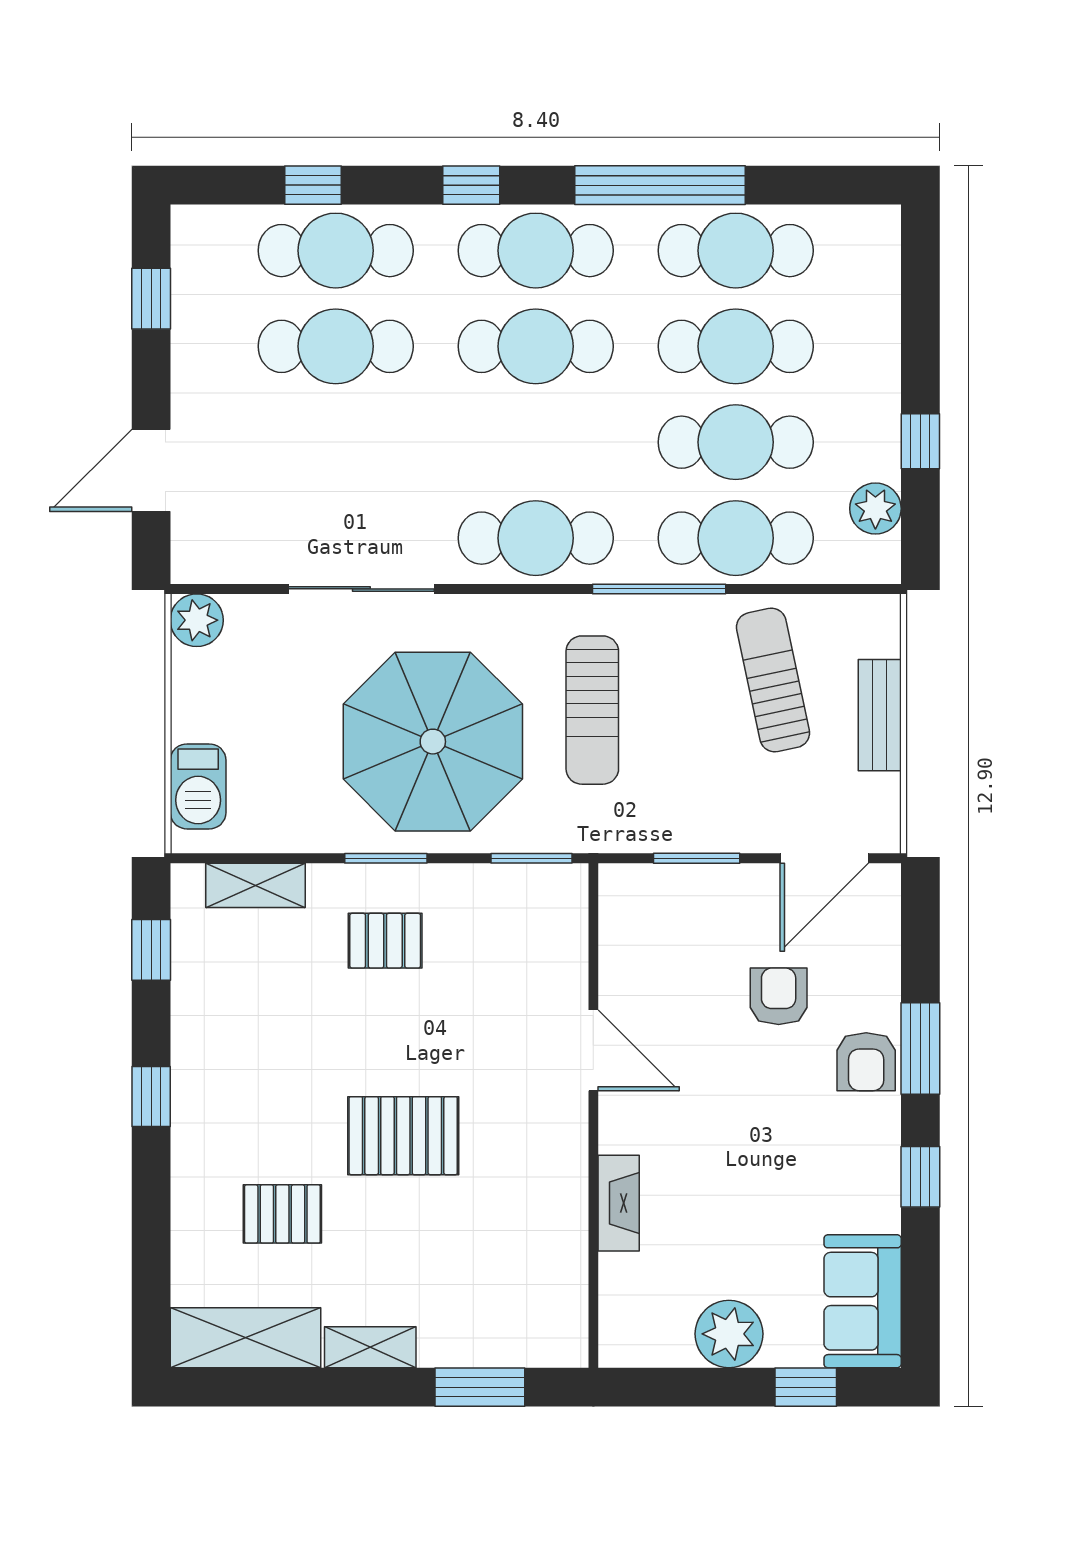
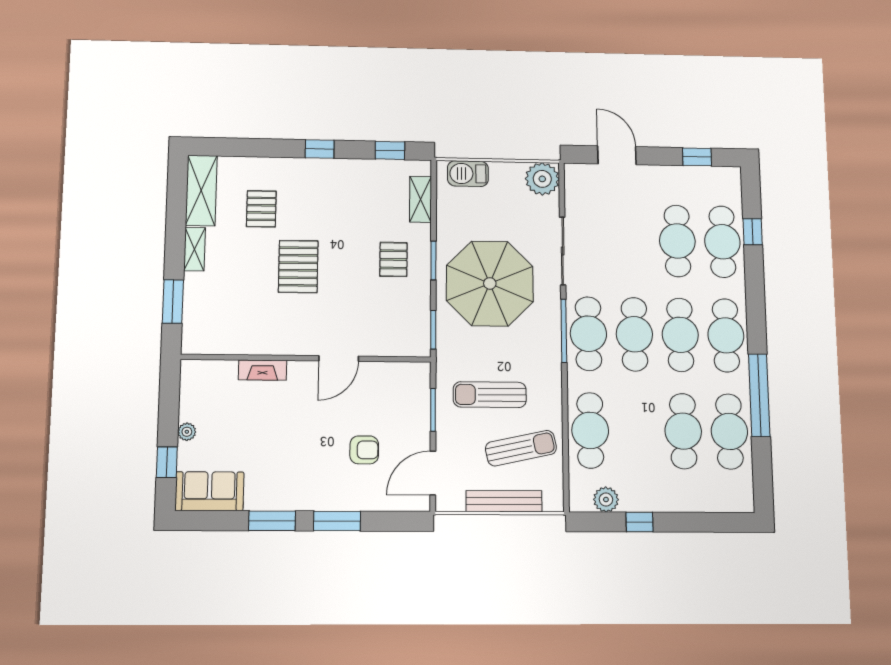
window: (471, 185) -> (756, 305), removed
cafe table: (736, 442) -> (634, 334), moved
window: (659, 589) -> (564, 331), moved
plant: (197, 620) -> (542, 179), width x1.36, depth x1.36
sun lounger: (592, 710) -> (490, 395), moved
bench: (880, 715) -> (504, 501), width x1.36
door: (824, 858) -> (433, 473), hinge flipped
armchair: (866, 1062) -> (331, 494), removed
window: (920, 1177) -> (272, 521), width x1.50
plant: (729, 1334) -> (187, 432), width x0.53, depth x0.53

